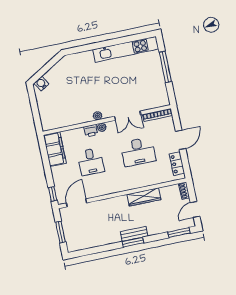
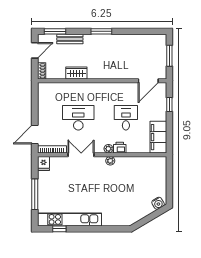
window: (134, 38) -> (59, 229), added
fridge: (163, 99) -> (44, 164), added
door: (181, 140) -> (35, 134), moved
locker: (177, 164) -> (43, 98), removed
window: (53, 194) -> (169, 105), moved
wardrobe: (144, 197) -> (76, 73), width x0.67
bench: (134, 234) -> (70, 39), moved

